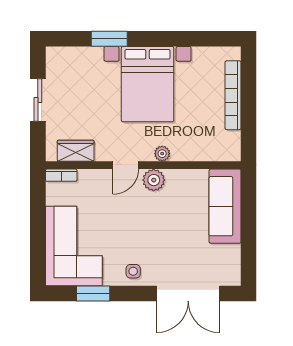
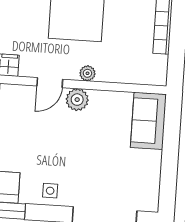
sofa: (225, 206) -> (148, 121), width x0.73

